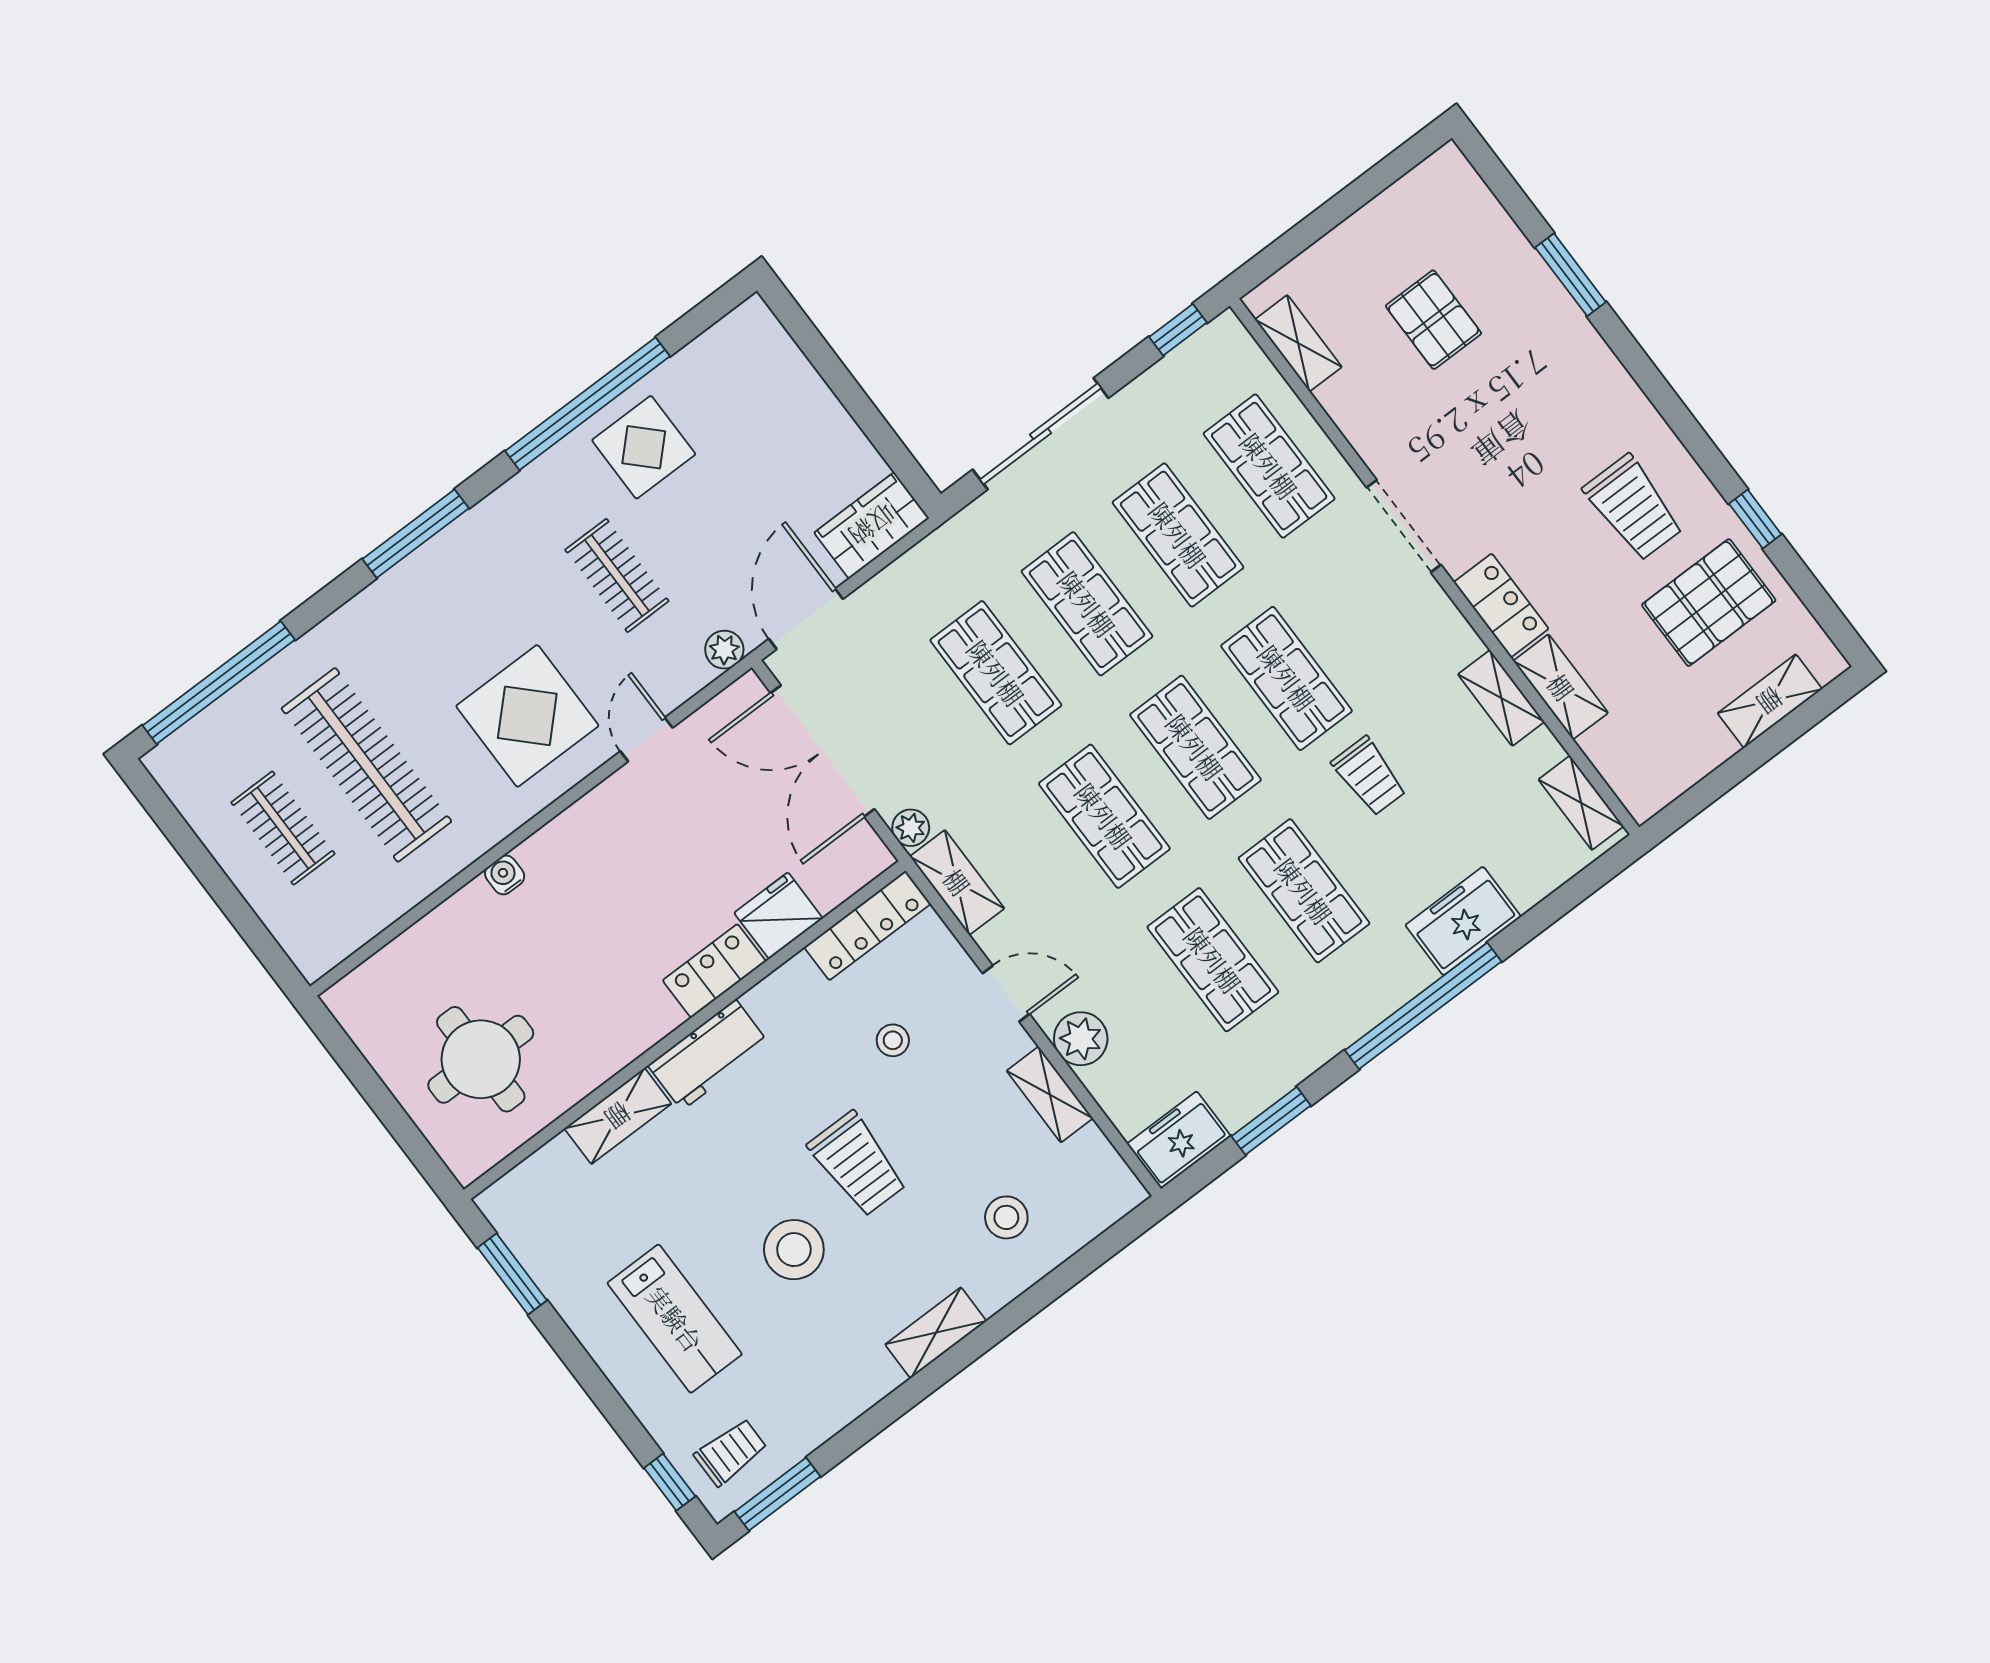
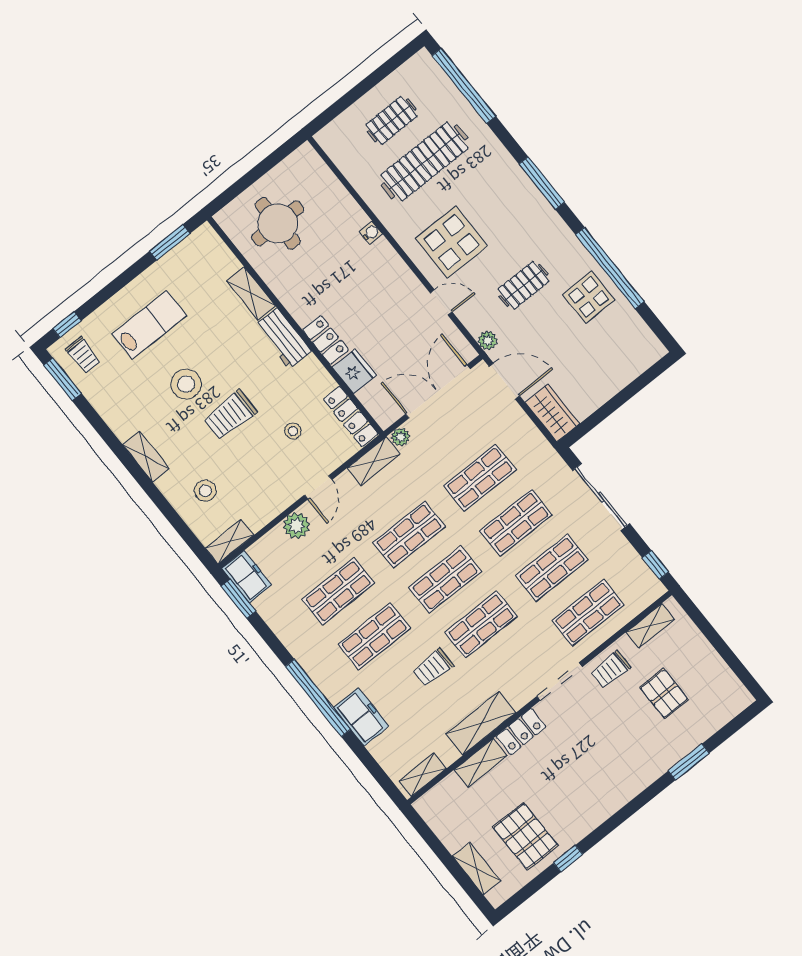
pallet: (1433, 320) -> (664, 694), turned 90
trolley: (1633, 508) -> (611, 669), moved, width x0.73, depth x0.72
shelving: (1501, 698) -> (481, 723), width x1.50, depth x1.33
shelving: (1050, 1094) -> (229, 542), moved
window: (1271, 1121) -> (238, 599), moved
lab bench: (675, 1319) -> (150, 325), turned 180

